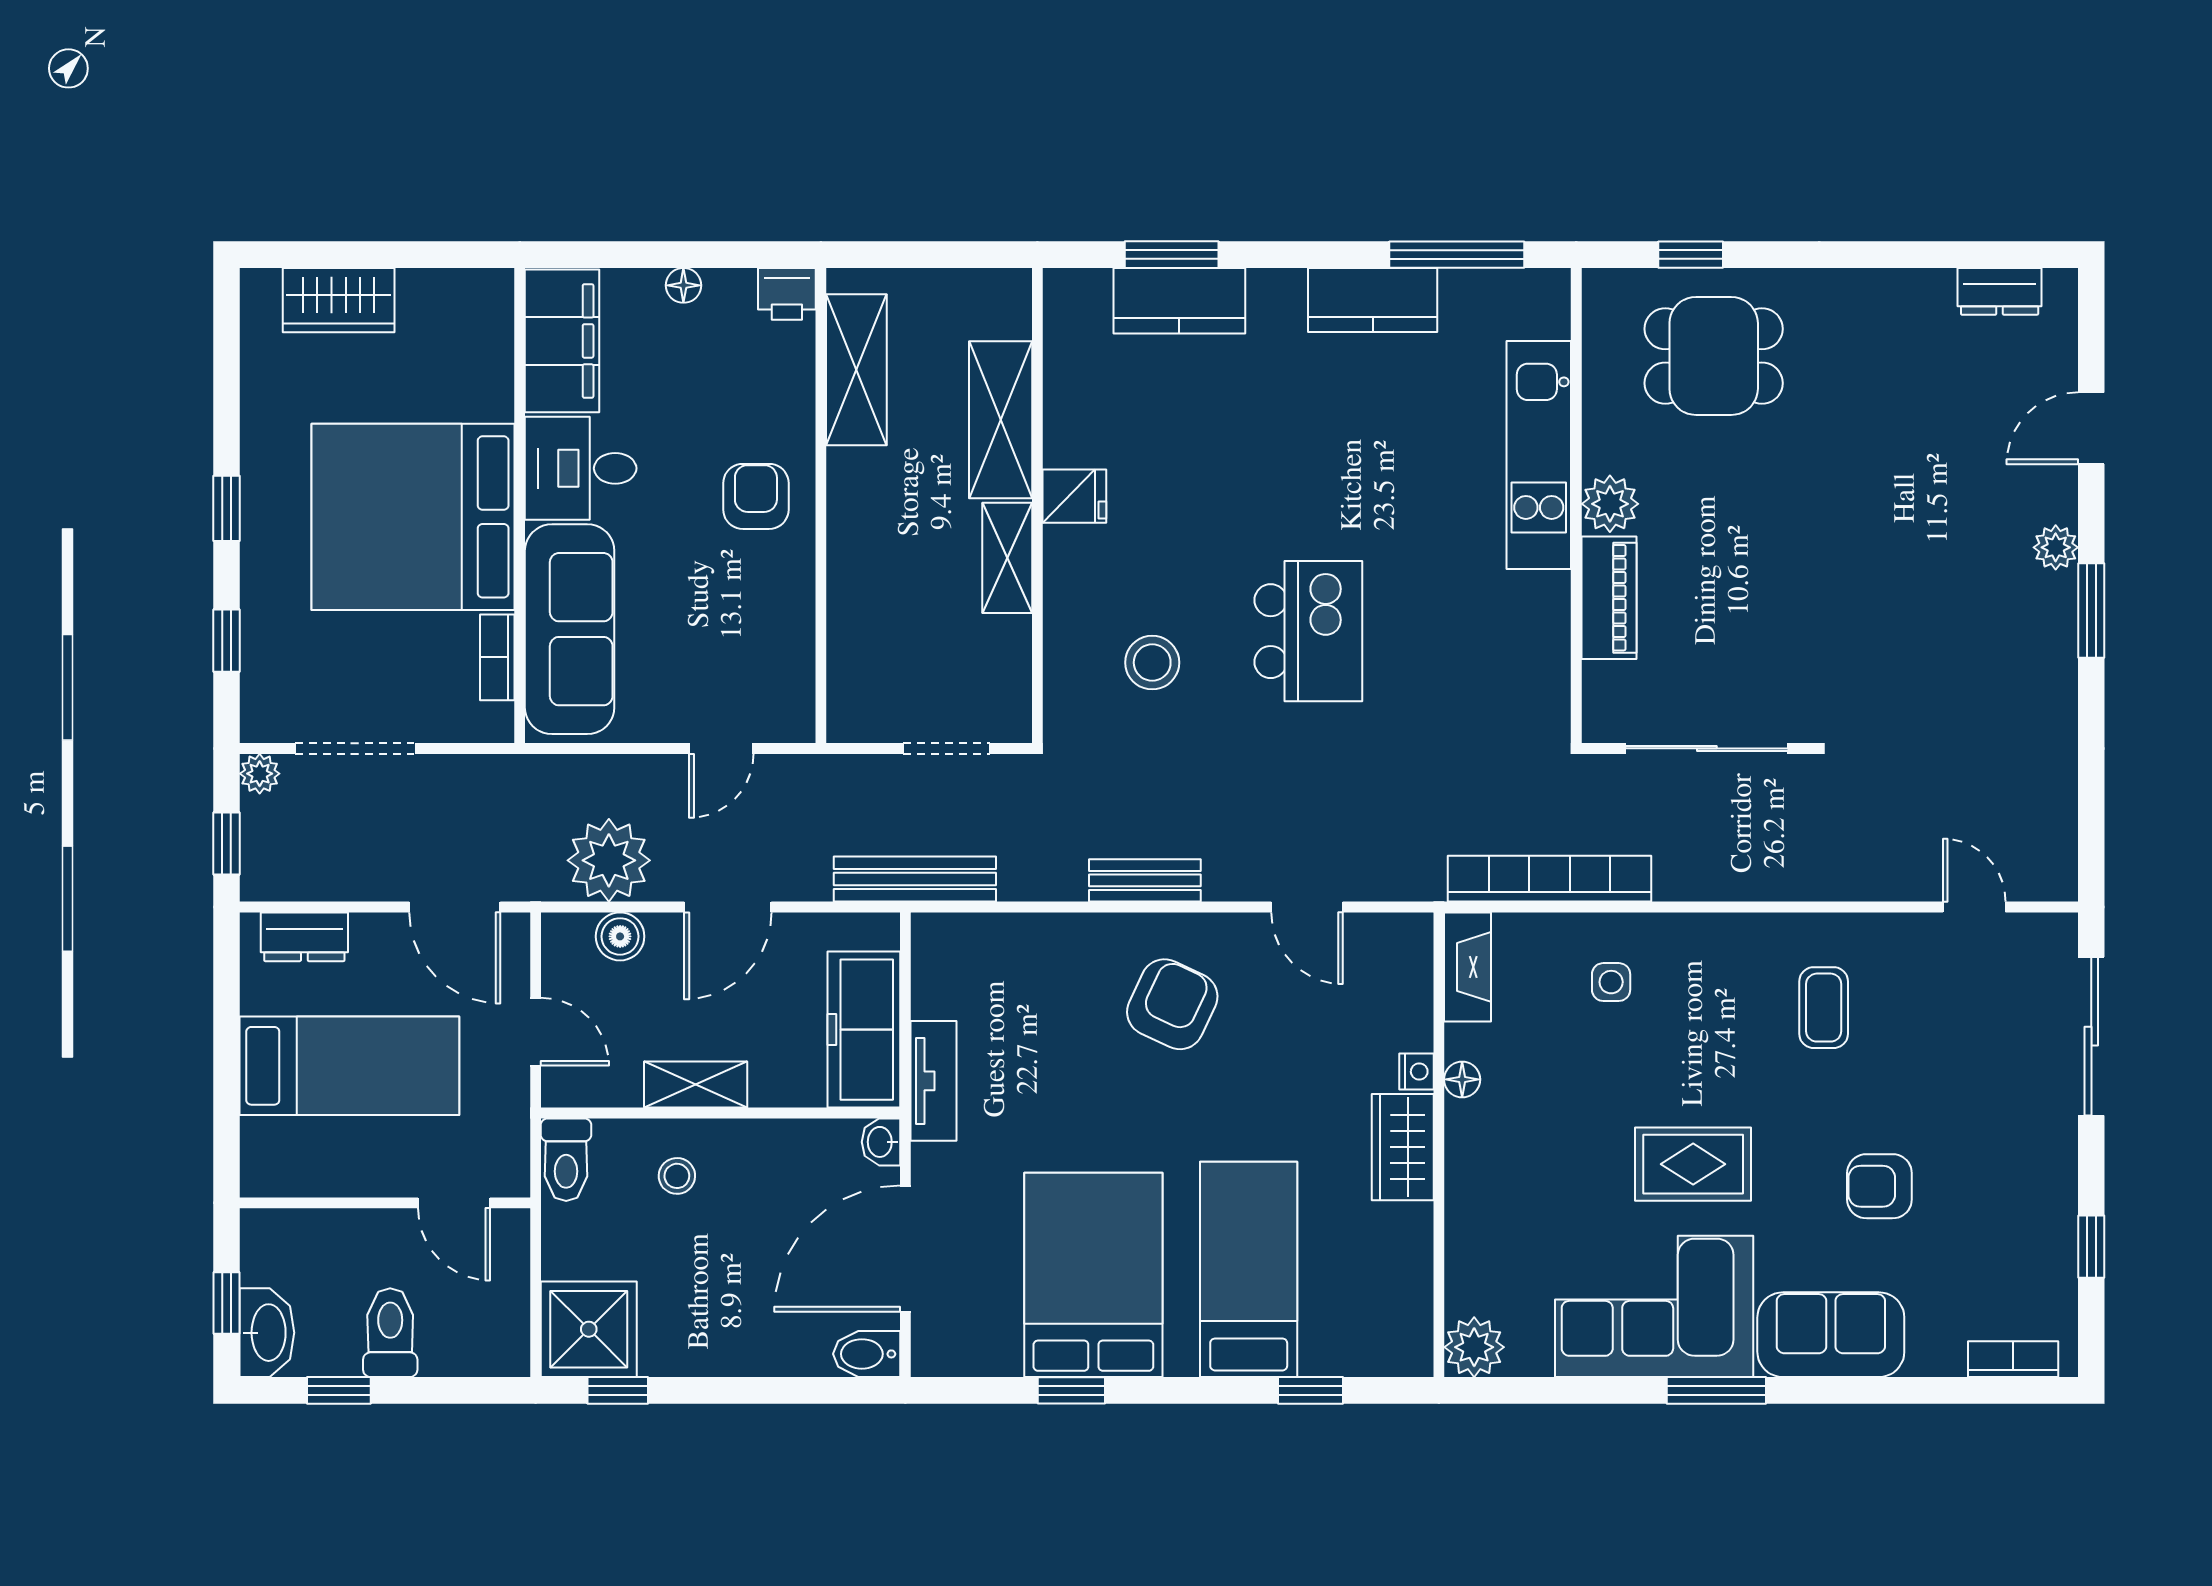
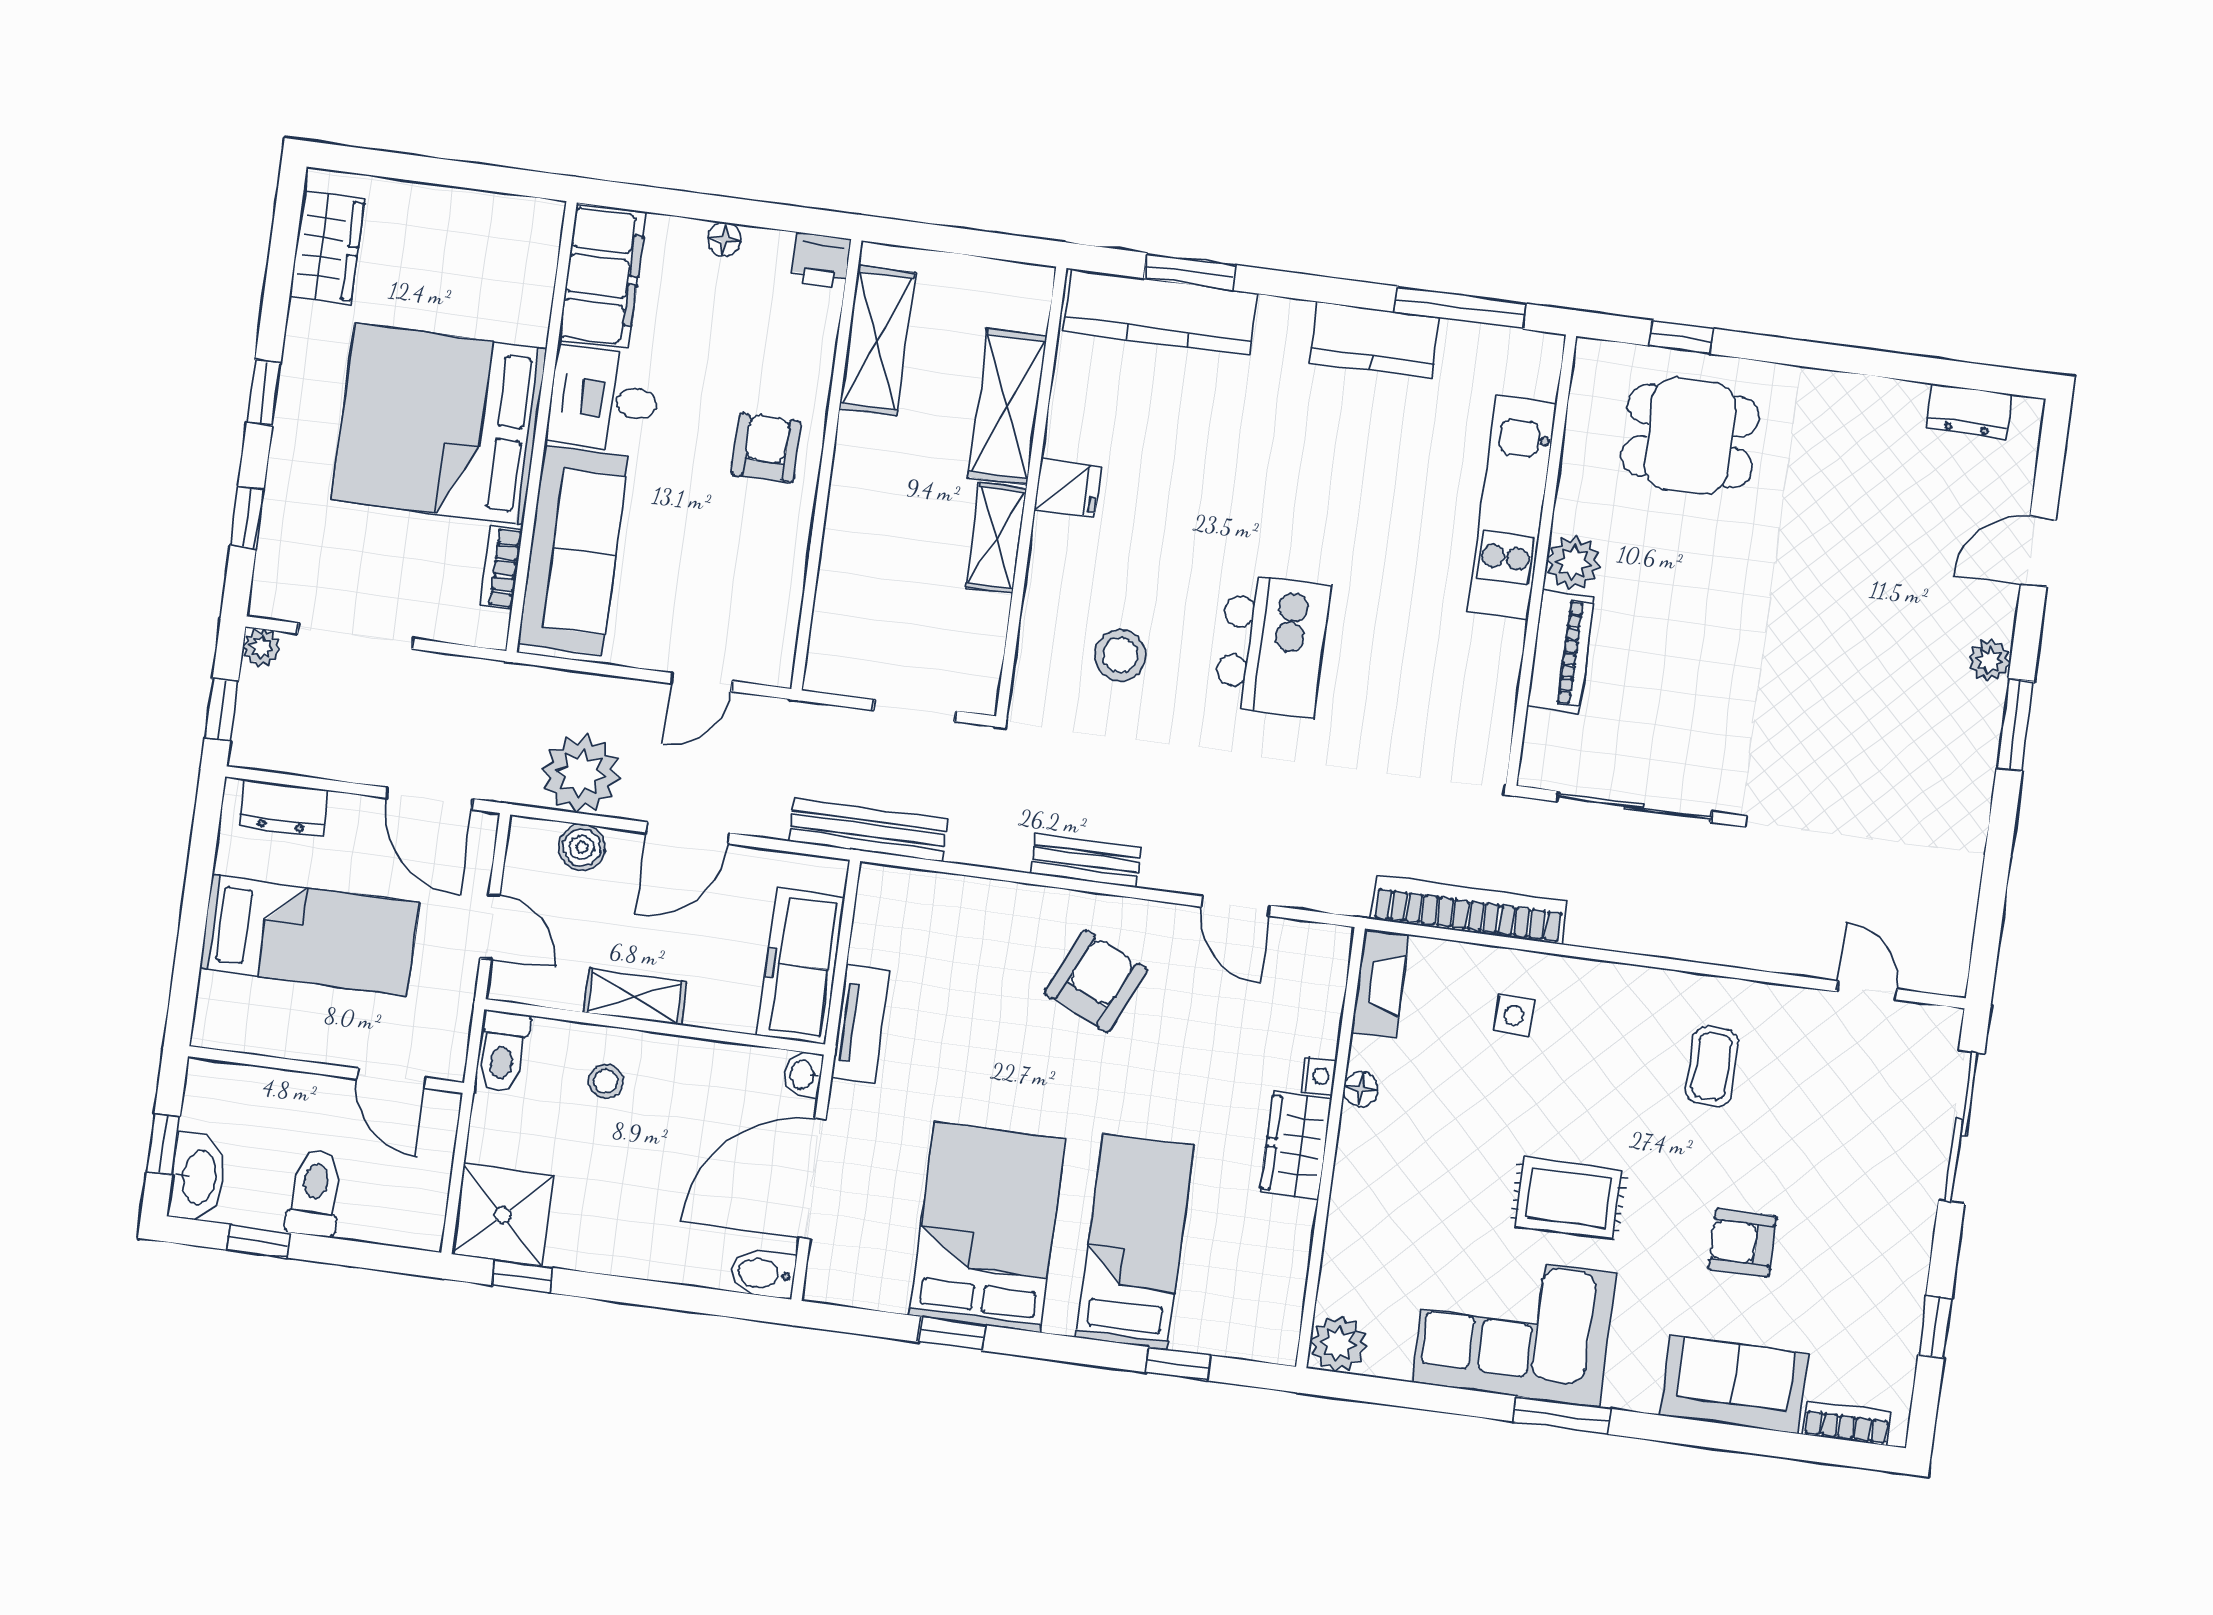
wardrobe: (339, 300) -> (327, 248), moved, turned -90
kitchen counter: (1179, 301) -> (1160, 312), width x1.50
sofa: (1831, 1335) -> (1734, 1384), moved

